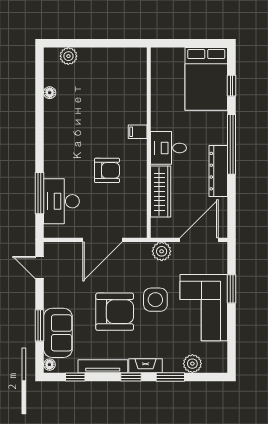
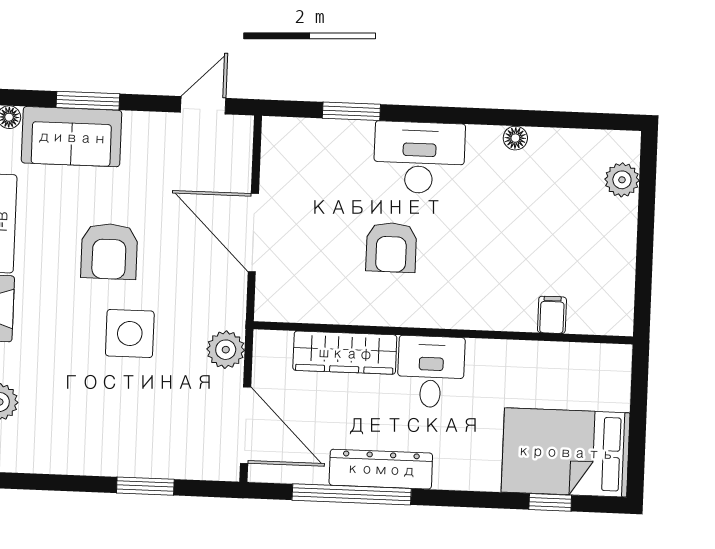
floor lamp: (50, 93) -> (515, 138), moved
filing cabinet: (138, 132) -> (552, 315), moved
window: (232, 144) -> (352, 494), moved
window: (40, 193) -> (351, 111), width x0.69
desk: (61, 201) -> (419, 158), moved
corner sofa: (204, 308) -> (110, 429), removed
armchair: (115, 312) -> (109, 251), width x0.73, depth x0.73

